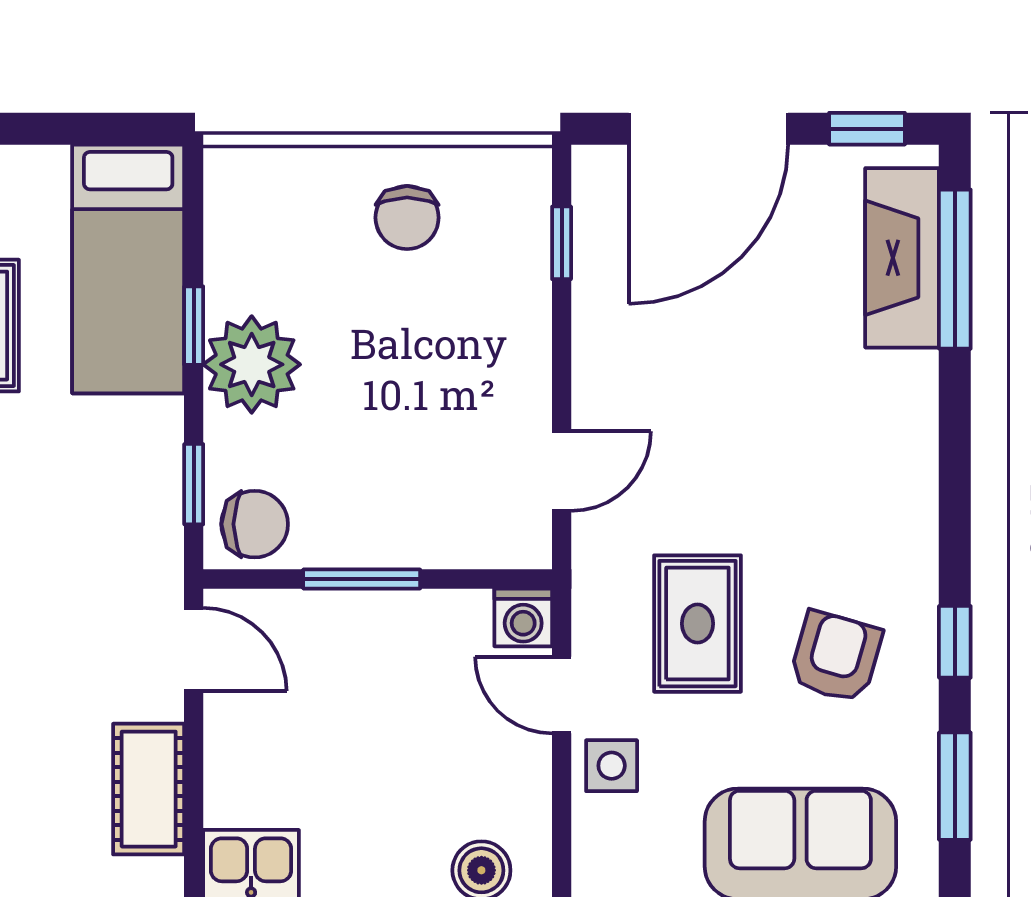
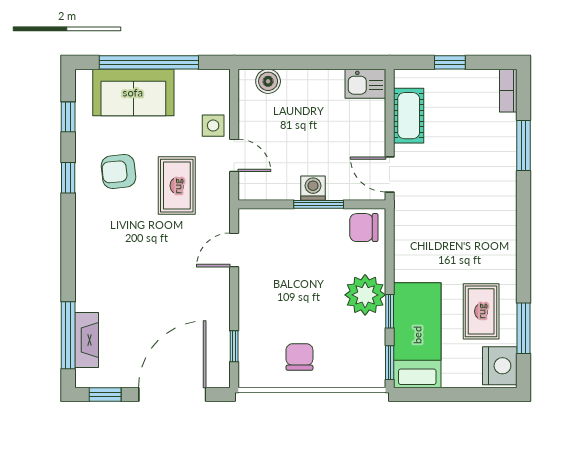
fireplace: (902, 258) -> (87, 340), width x0.73, depth x0.76
window: (194, 484) -> (390, 363), moved
washing machine: (523, 617) -> (313, 188), moved
armchair: (836, 657) -> (119, 171), turned 68
window: (955, 786) -> (68, 117), width x0.67

